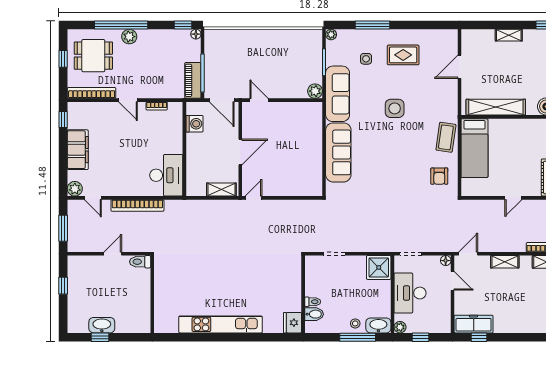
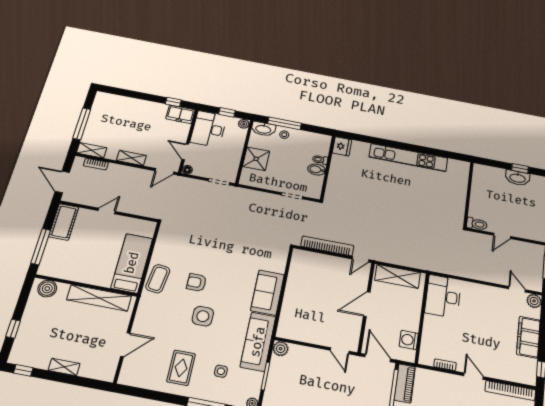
rug: (403, 55) -> (181, 368), turned 90
sofa: (338, 152) -> (267, 292), width x0.73
armchair: (439, 176) -> (197, 282), moved, turned -90
shelving: (221, 190) -> (398, 276), width x1.50, depth x1.33
bookcase: (137, 205) -> (327, 246), moved
shower: (379, 267) -> (256, 159), moved
desk: (410, 293) -> (209, 129), moved, turned 180
bidet: (314, 314) -> (317, 170), moved
freezer: (474, 324) -> (180, 114), width x0.71

